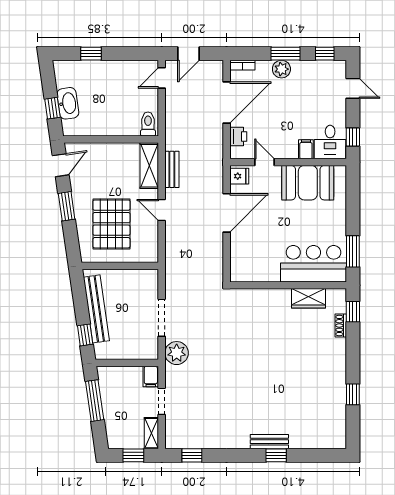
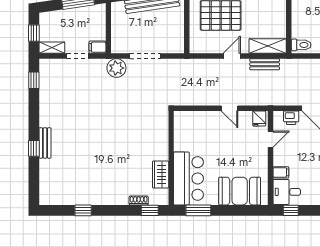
booth: (308, 183) -> (240, 191), moved, turned 90
door: (227, 213) -> (230, 108), width x0.53

